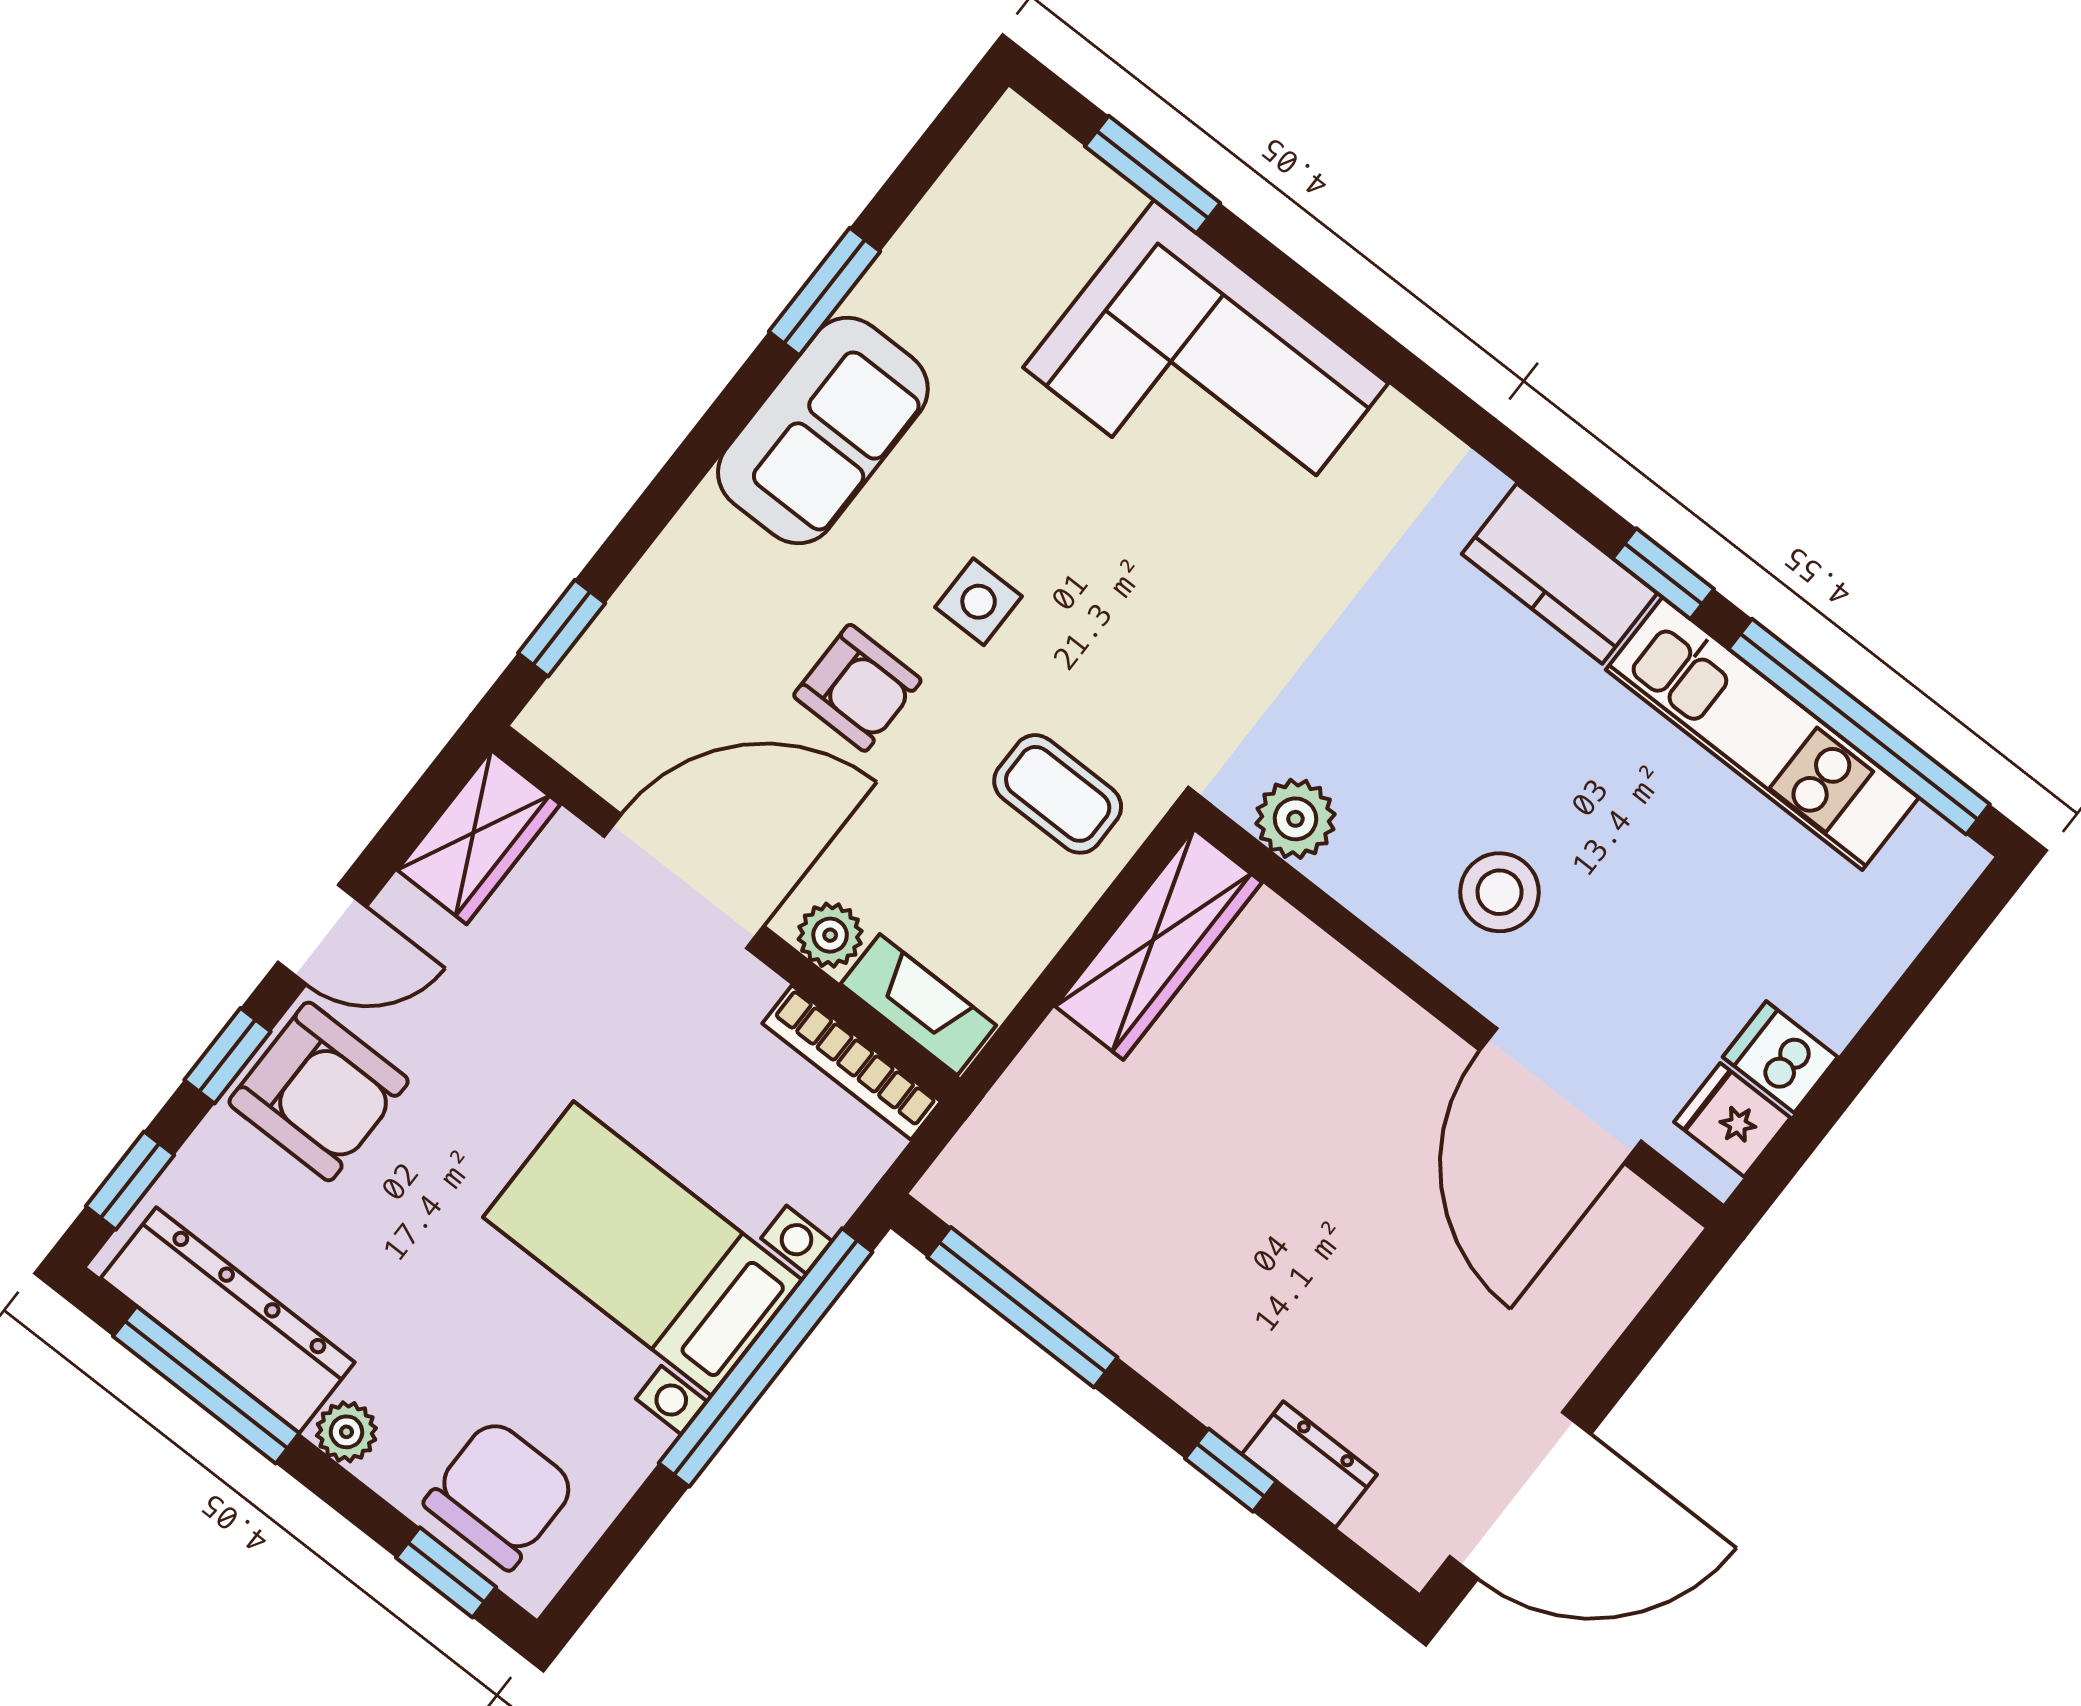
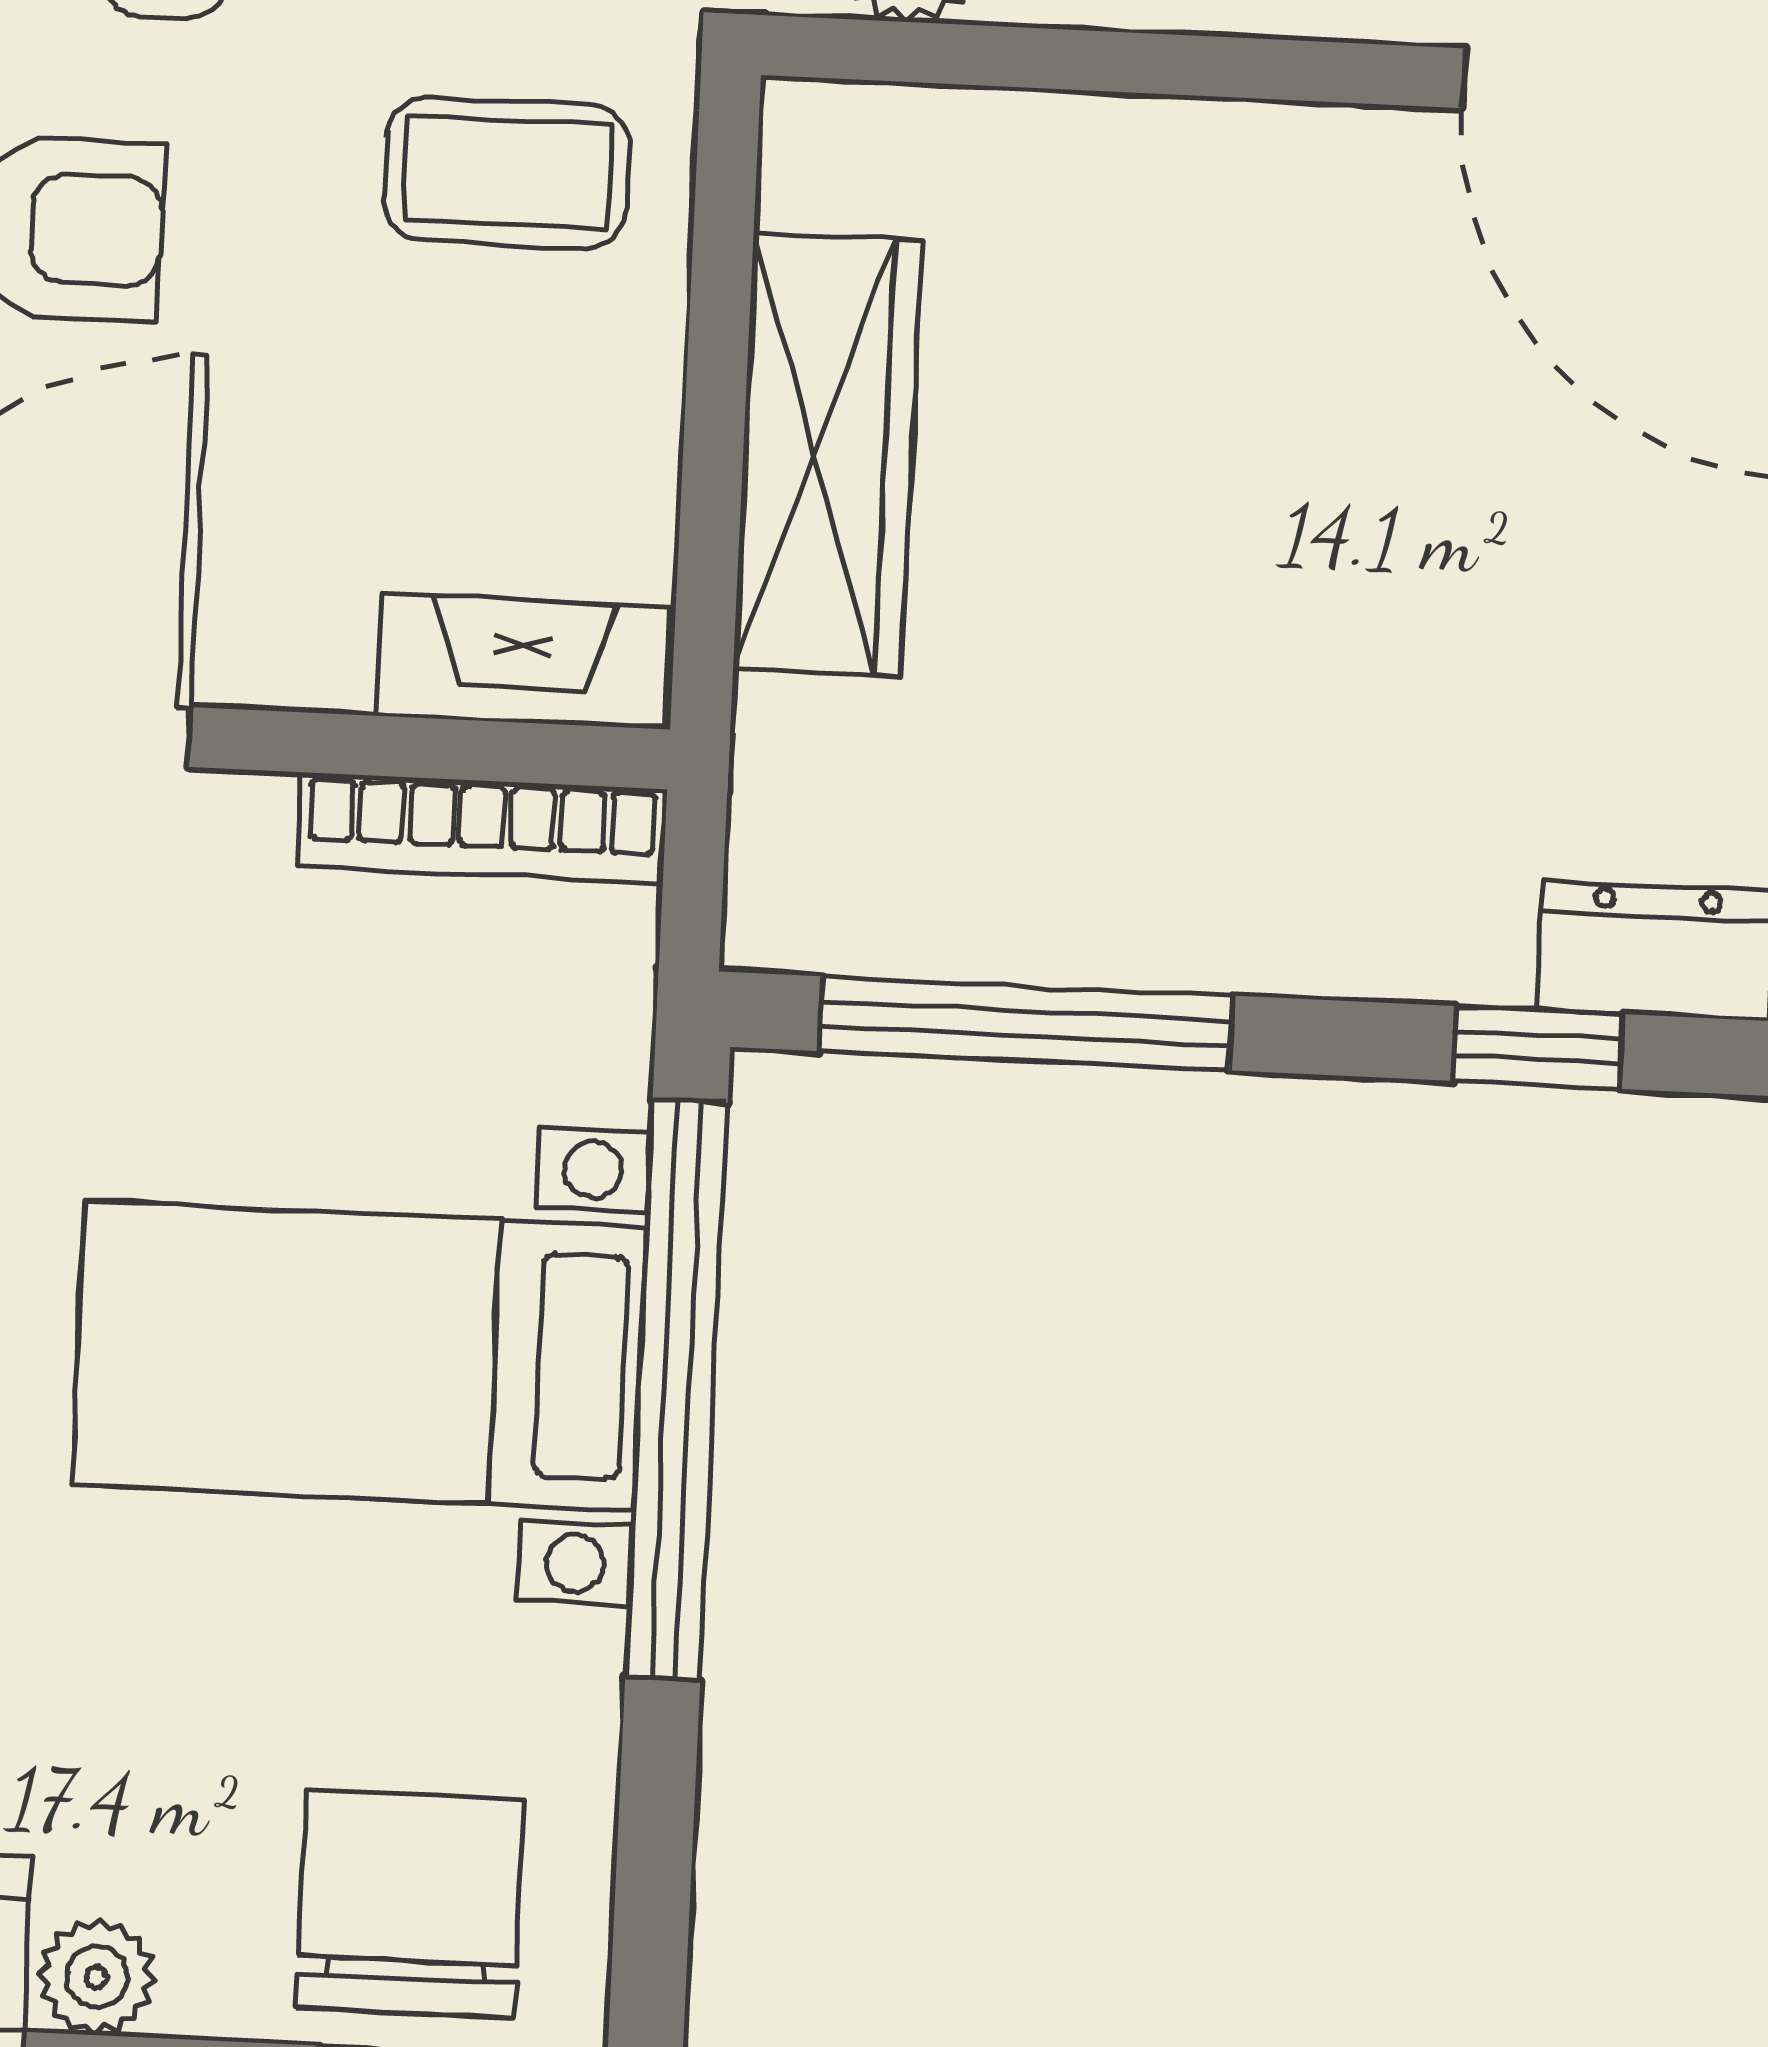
plant: (830, 935) -> (305, 650), removed
wardrobe: (1159, 944) -> (827, 455), moved

